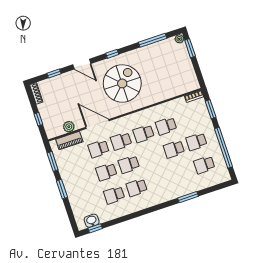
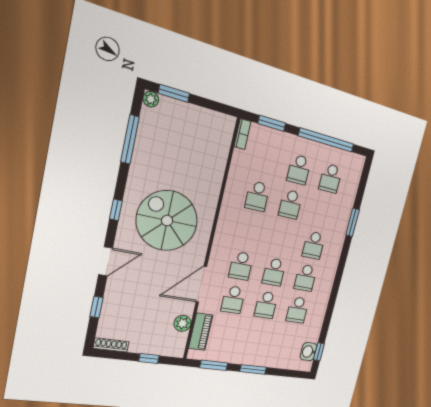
school desk: (144, 134) -> (314, 245), moved

